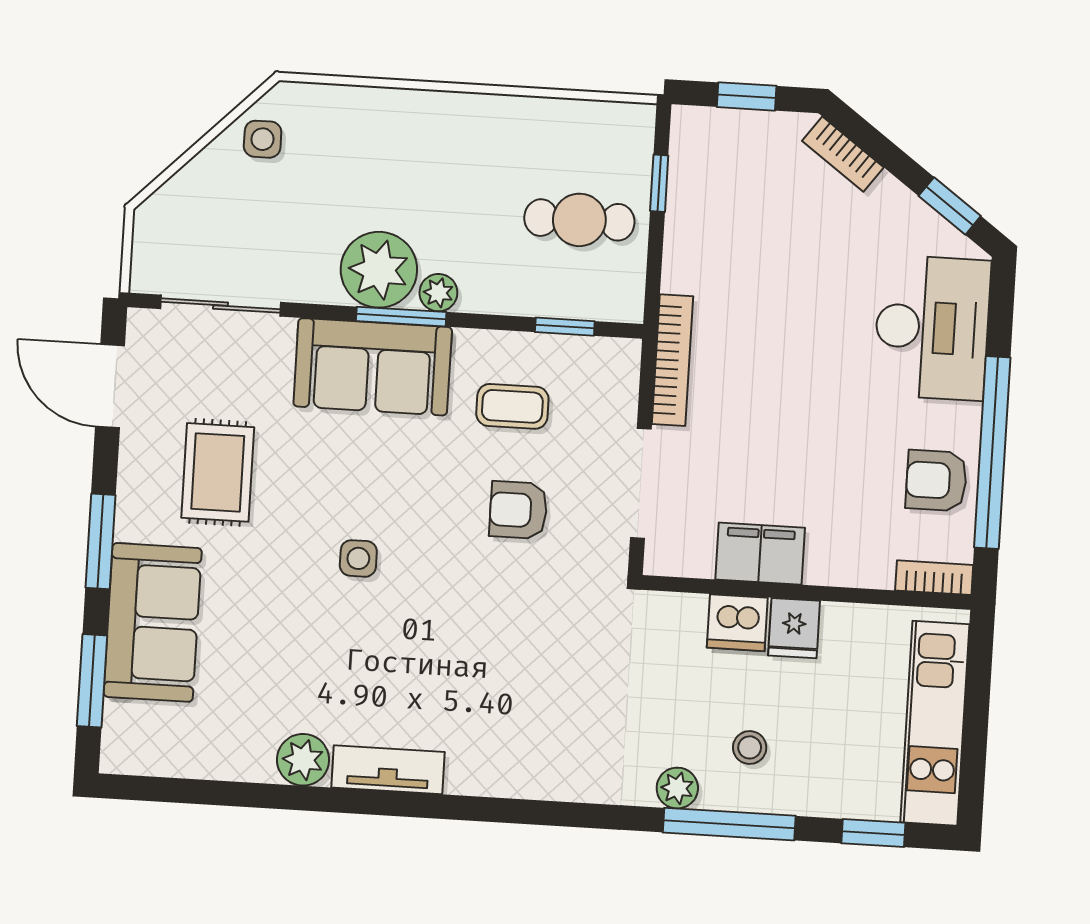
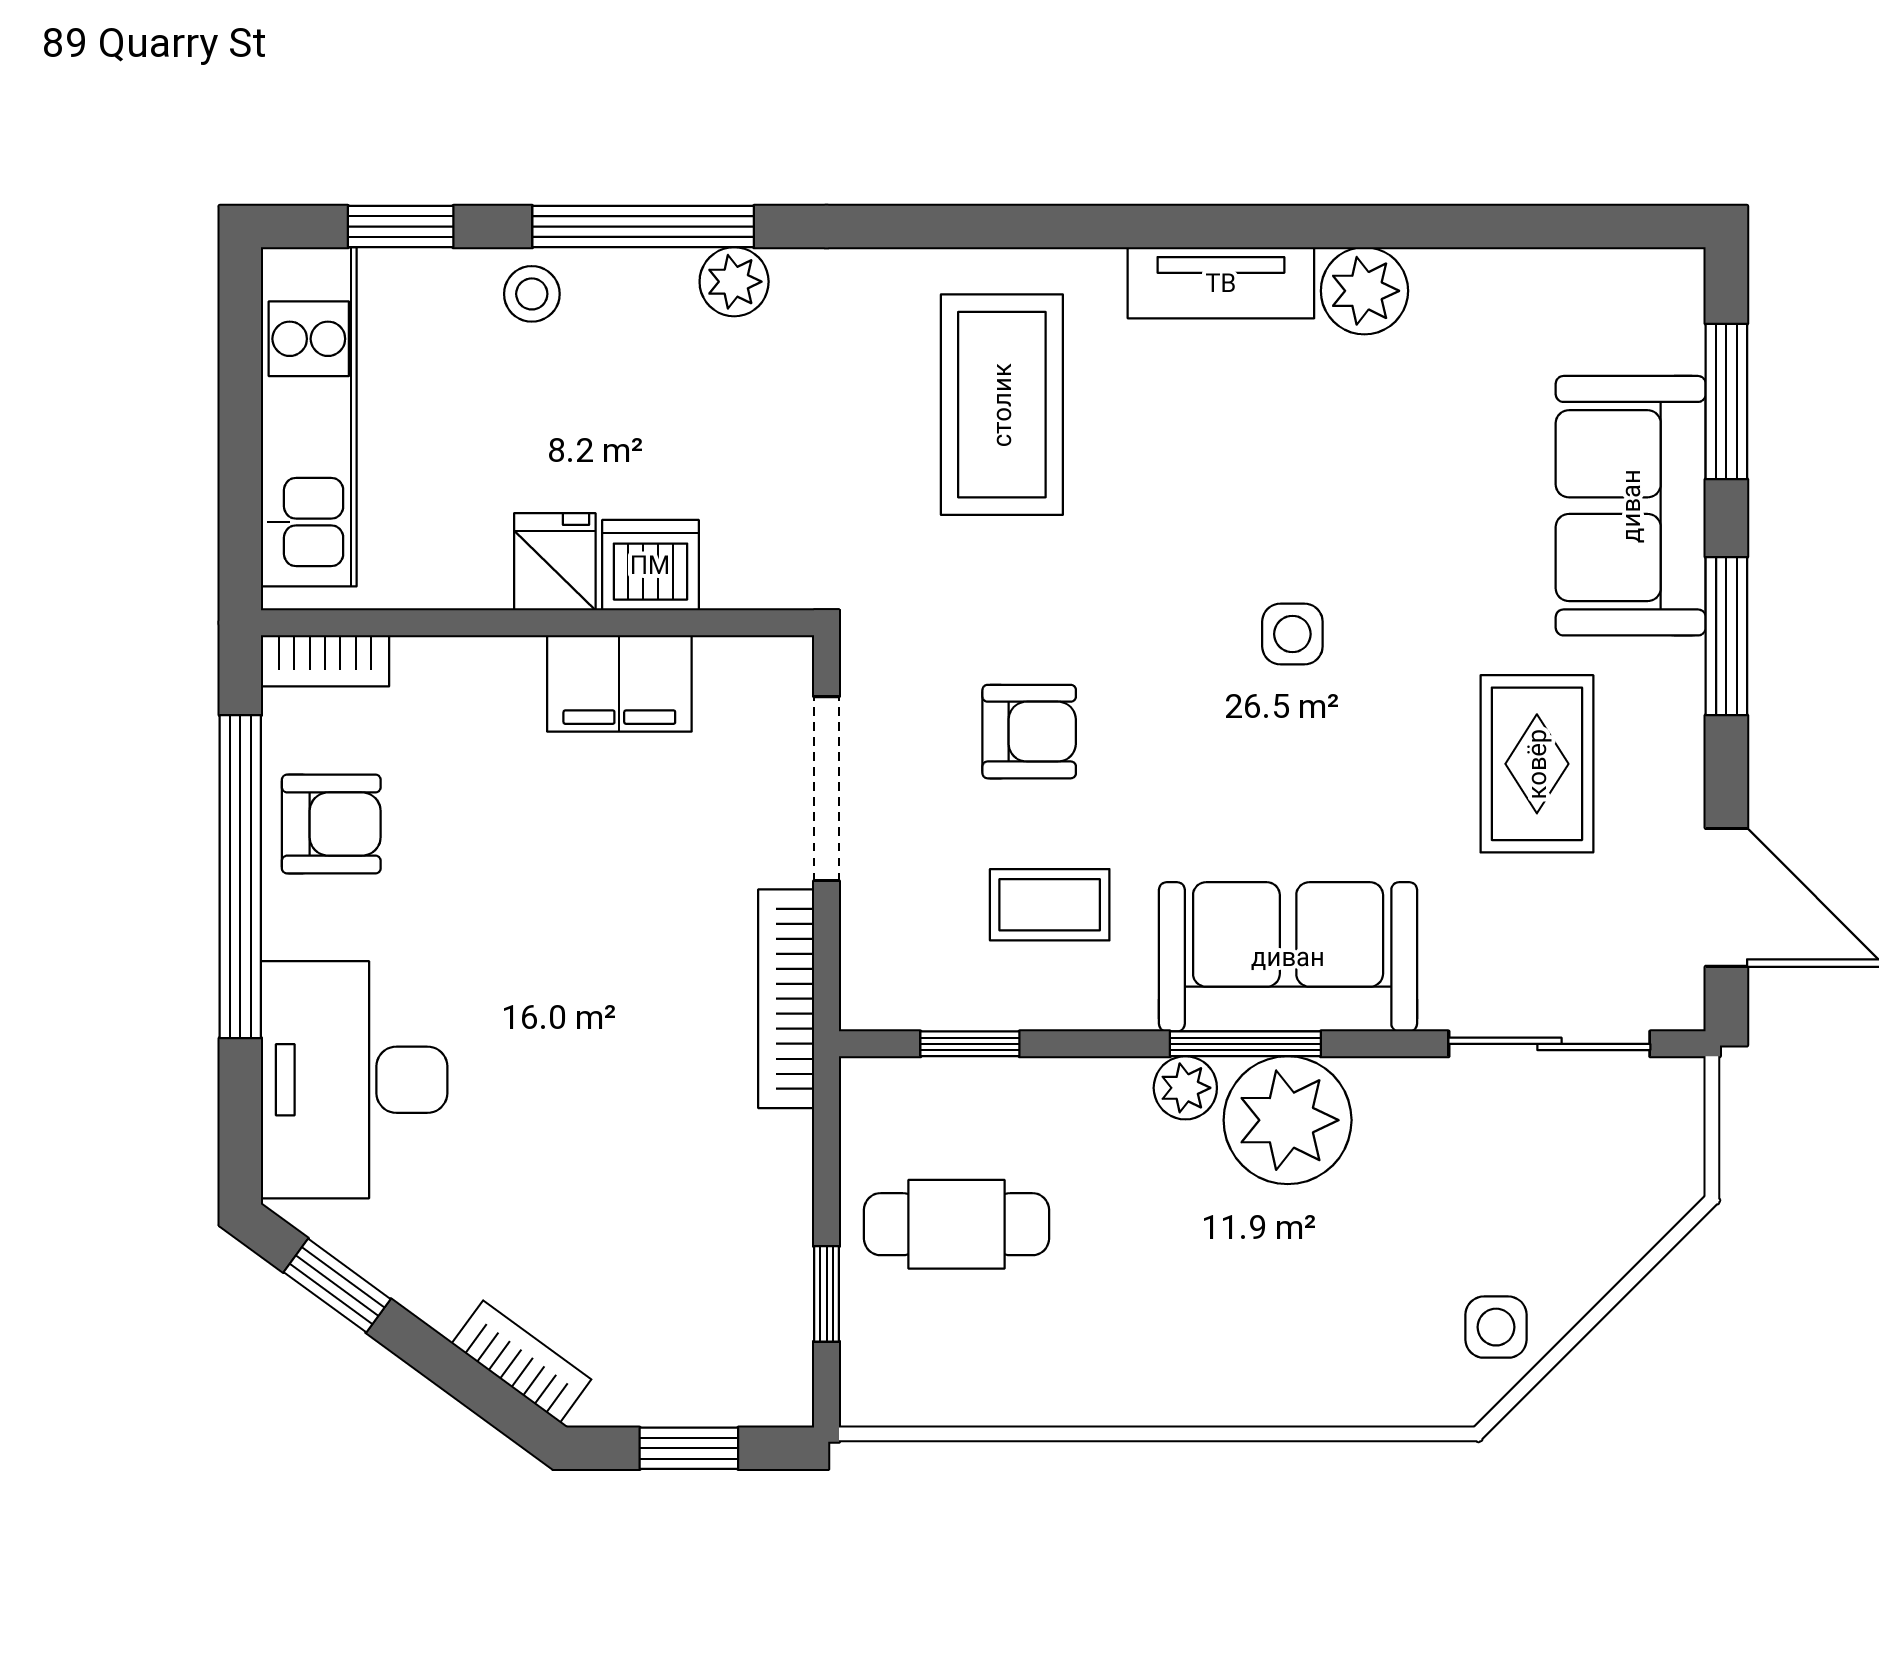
coffee table: (523, 705) -> (1002, 405), added
stool: (750, 747) -> (532, 294), moved

